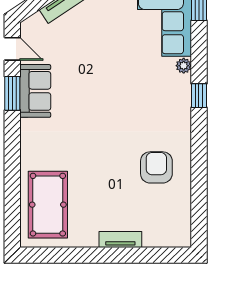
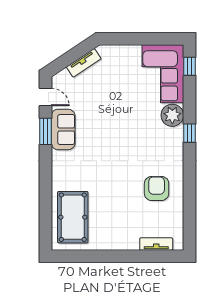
plant: (184, 66) -> (172, 115), width x1.87, depth x1.87
tv unit: (120, 239) -> (156, 244), moved

